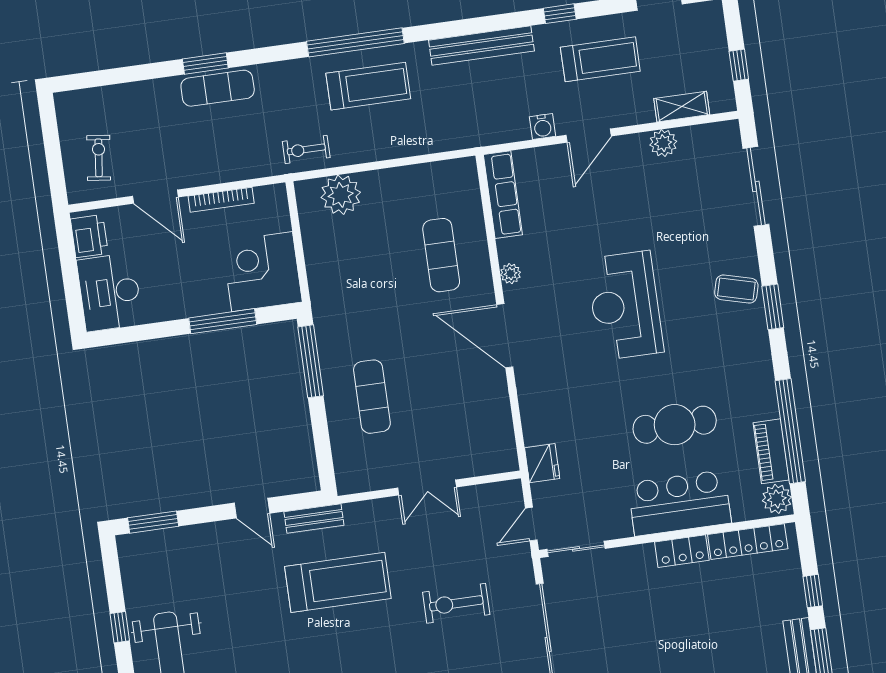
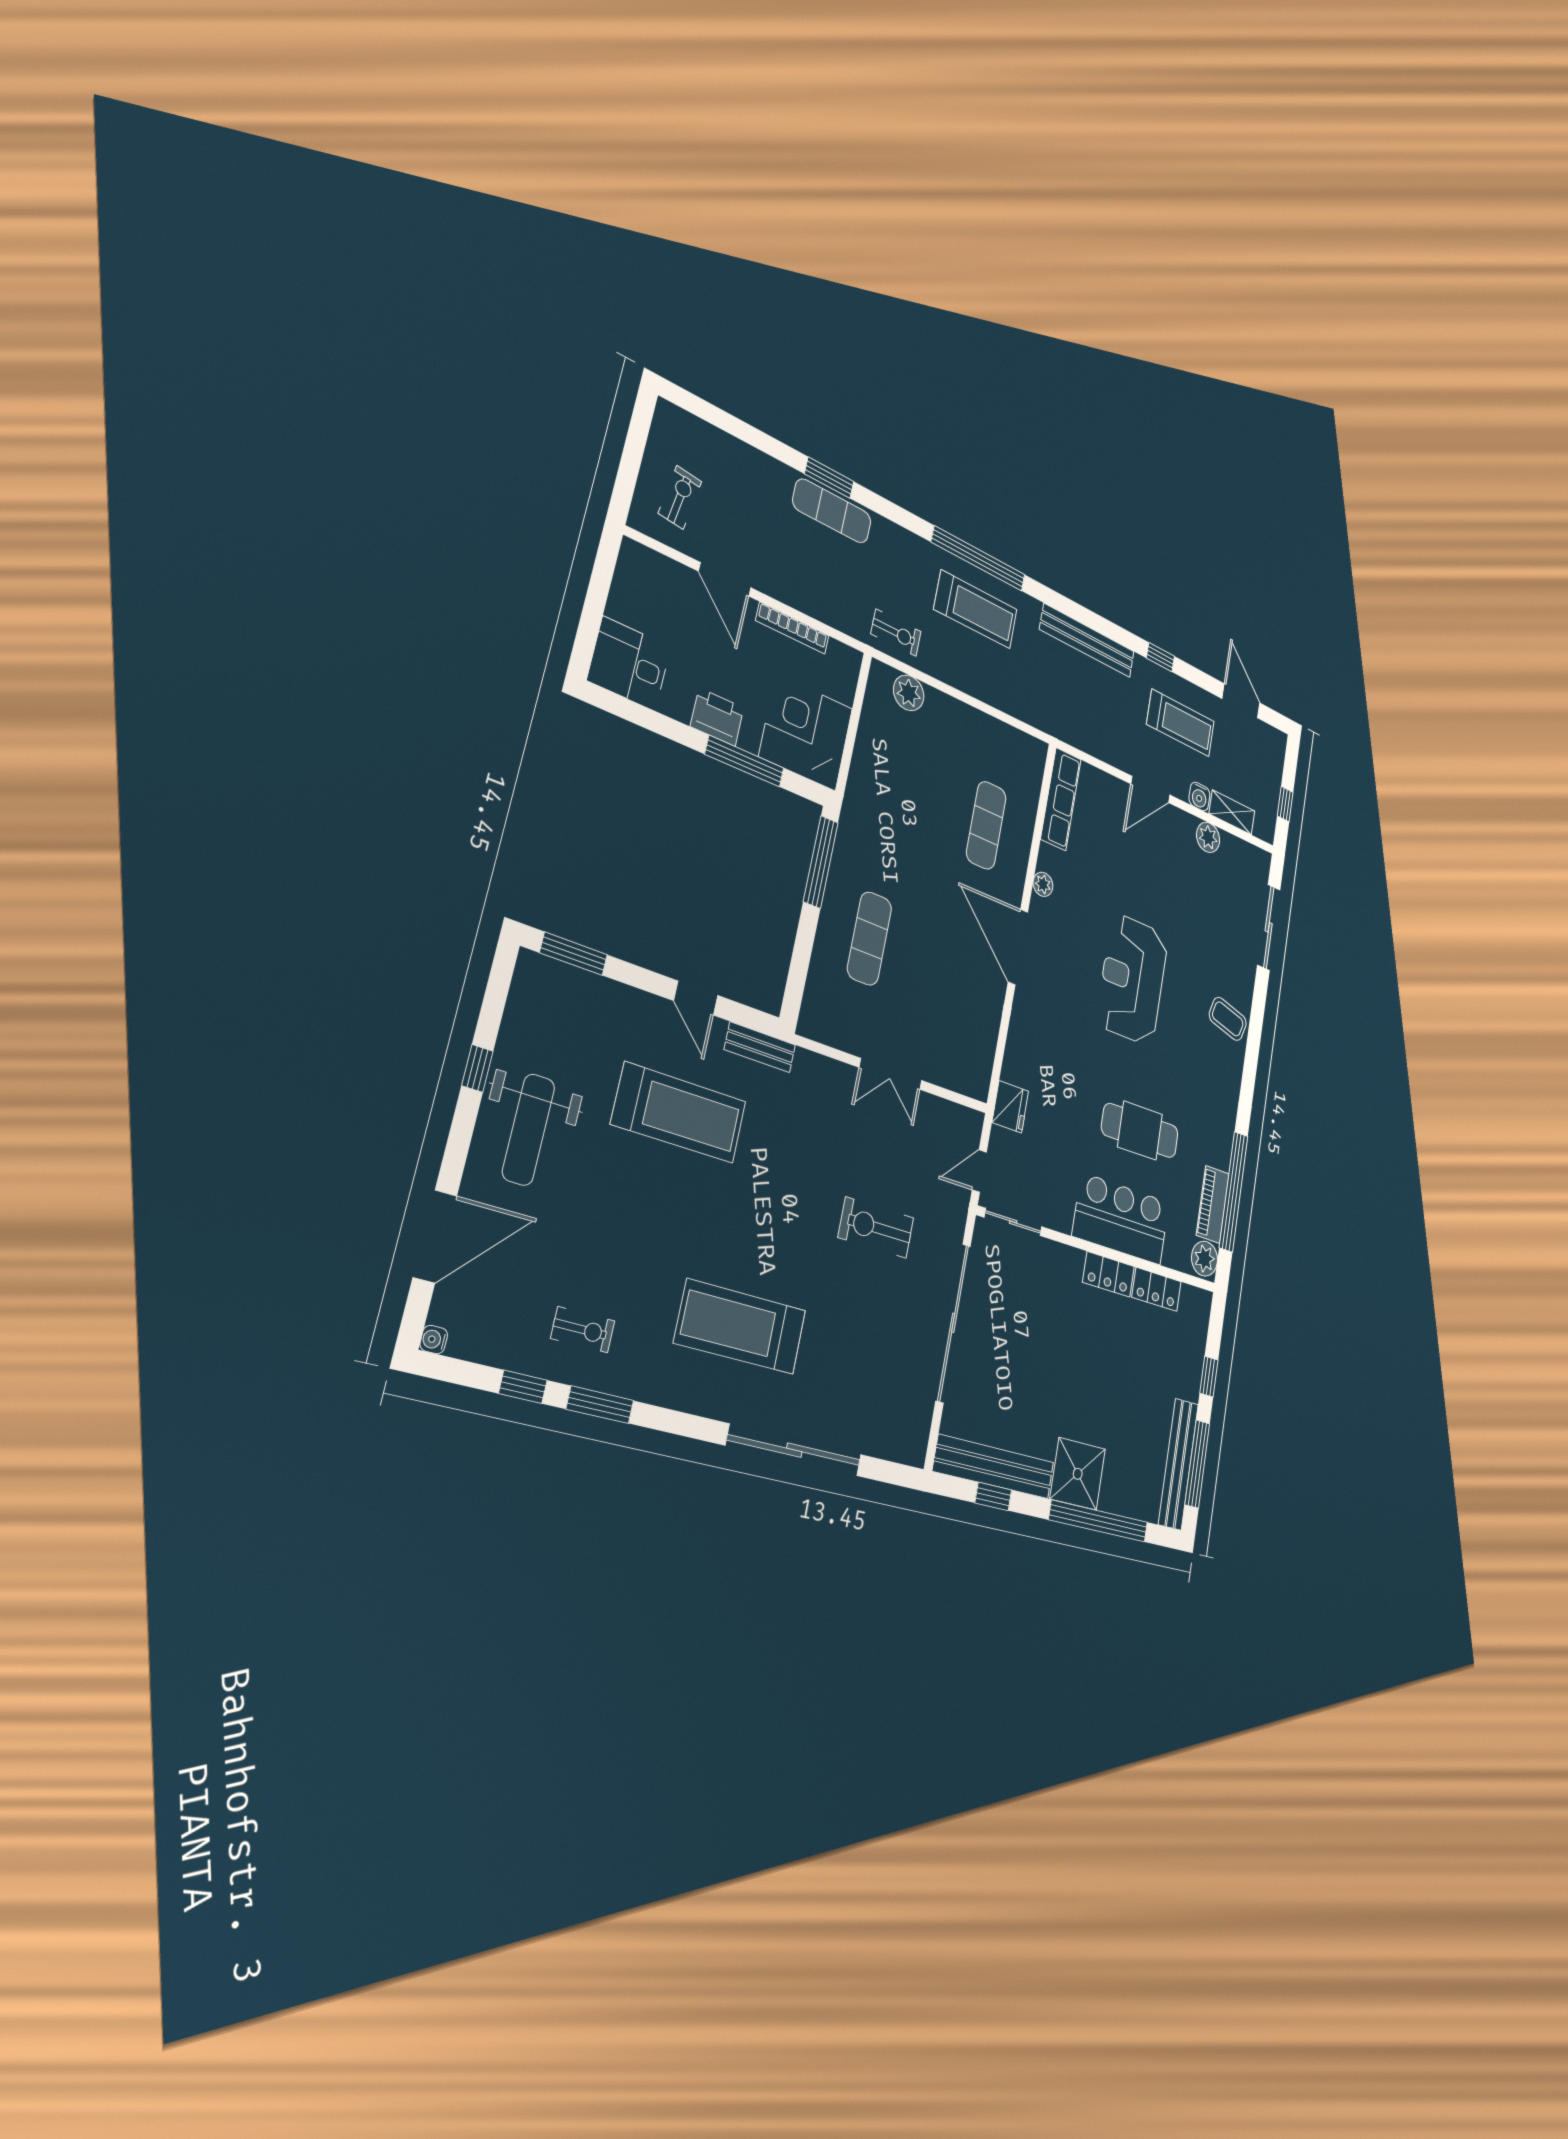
water cooler: (543, 126) -> (1199, 796), moved
exercise bike: (306, 149) -> (896, 633), turned 180
plant: (341, 195) -> (909, 693), width x0.73, depth x0.73
printer: (89, 236) -> (717, 717), moved, turned -90
desk: (110, 292) -> (629, 664), width x0.73
window: (773, 307) -> (1252, 1055), removed
locker: (748, 542) -> (1156, 1289), width x0.66
treadmill: (338, 582) -> (679, 1113), moved

